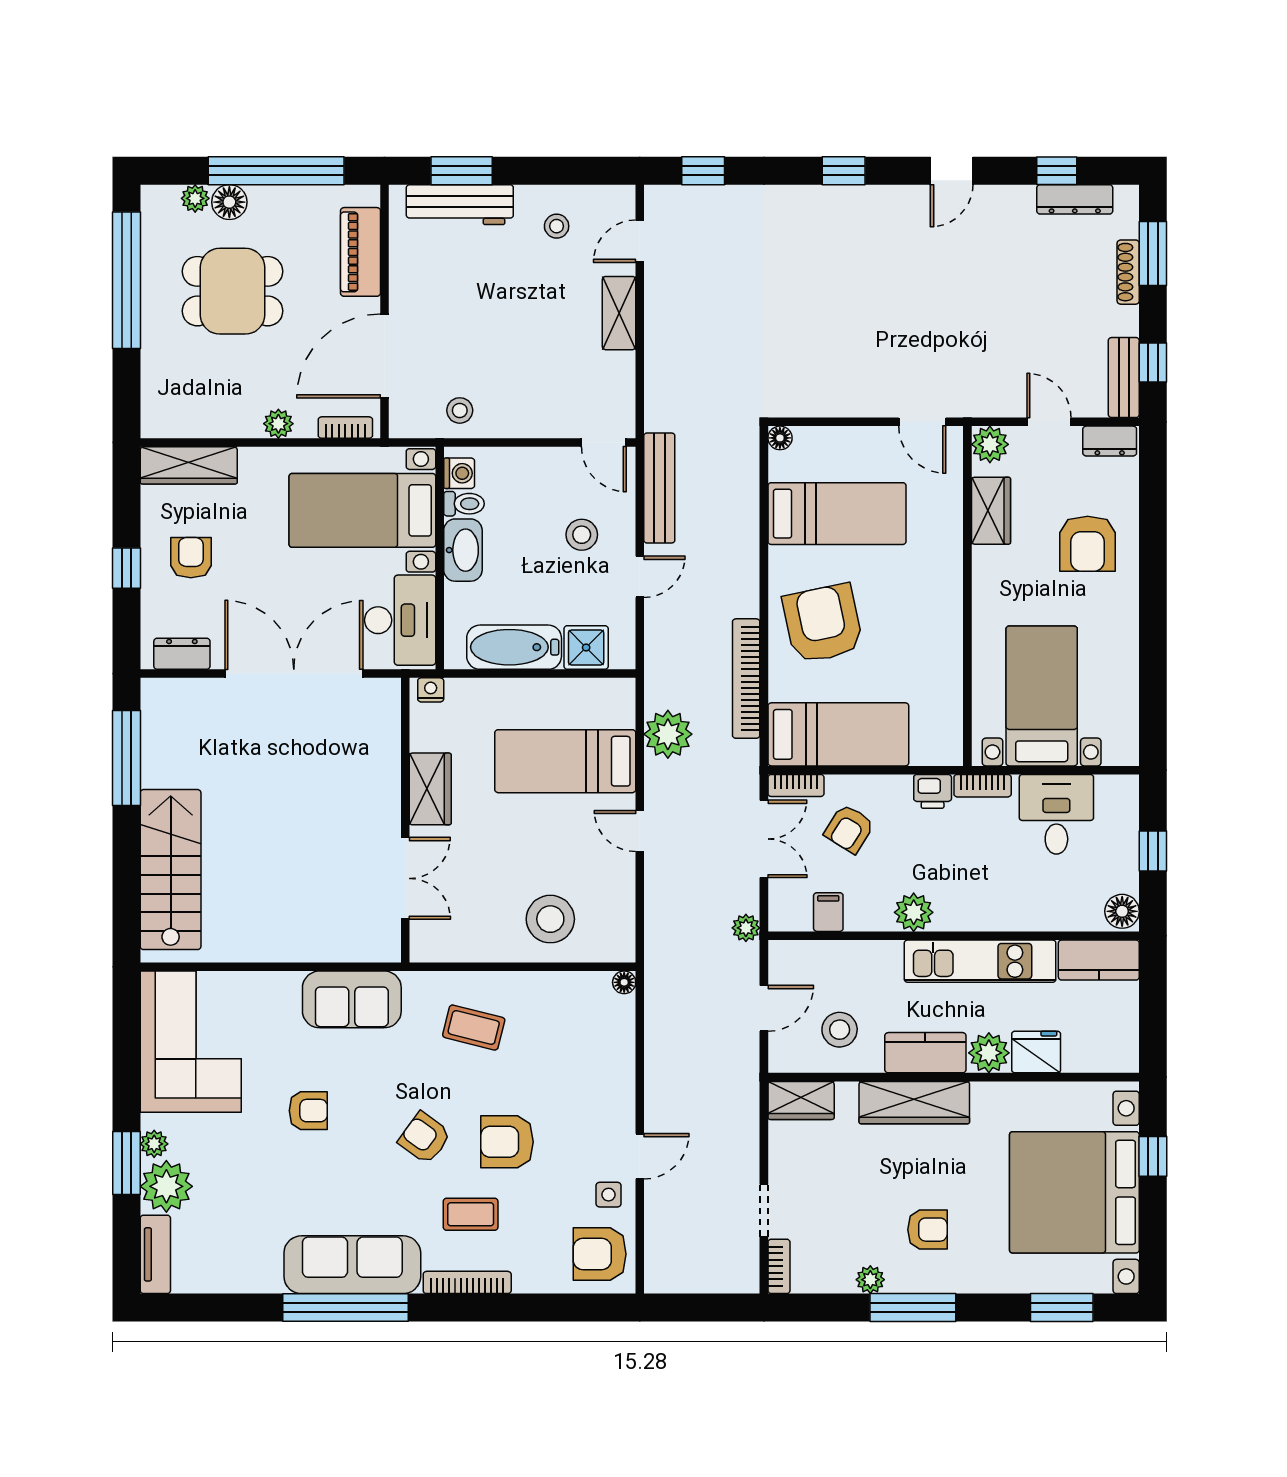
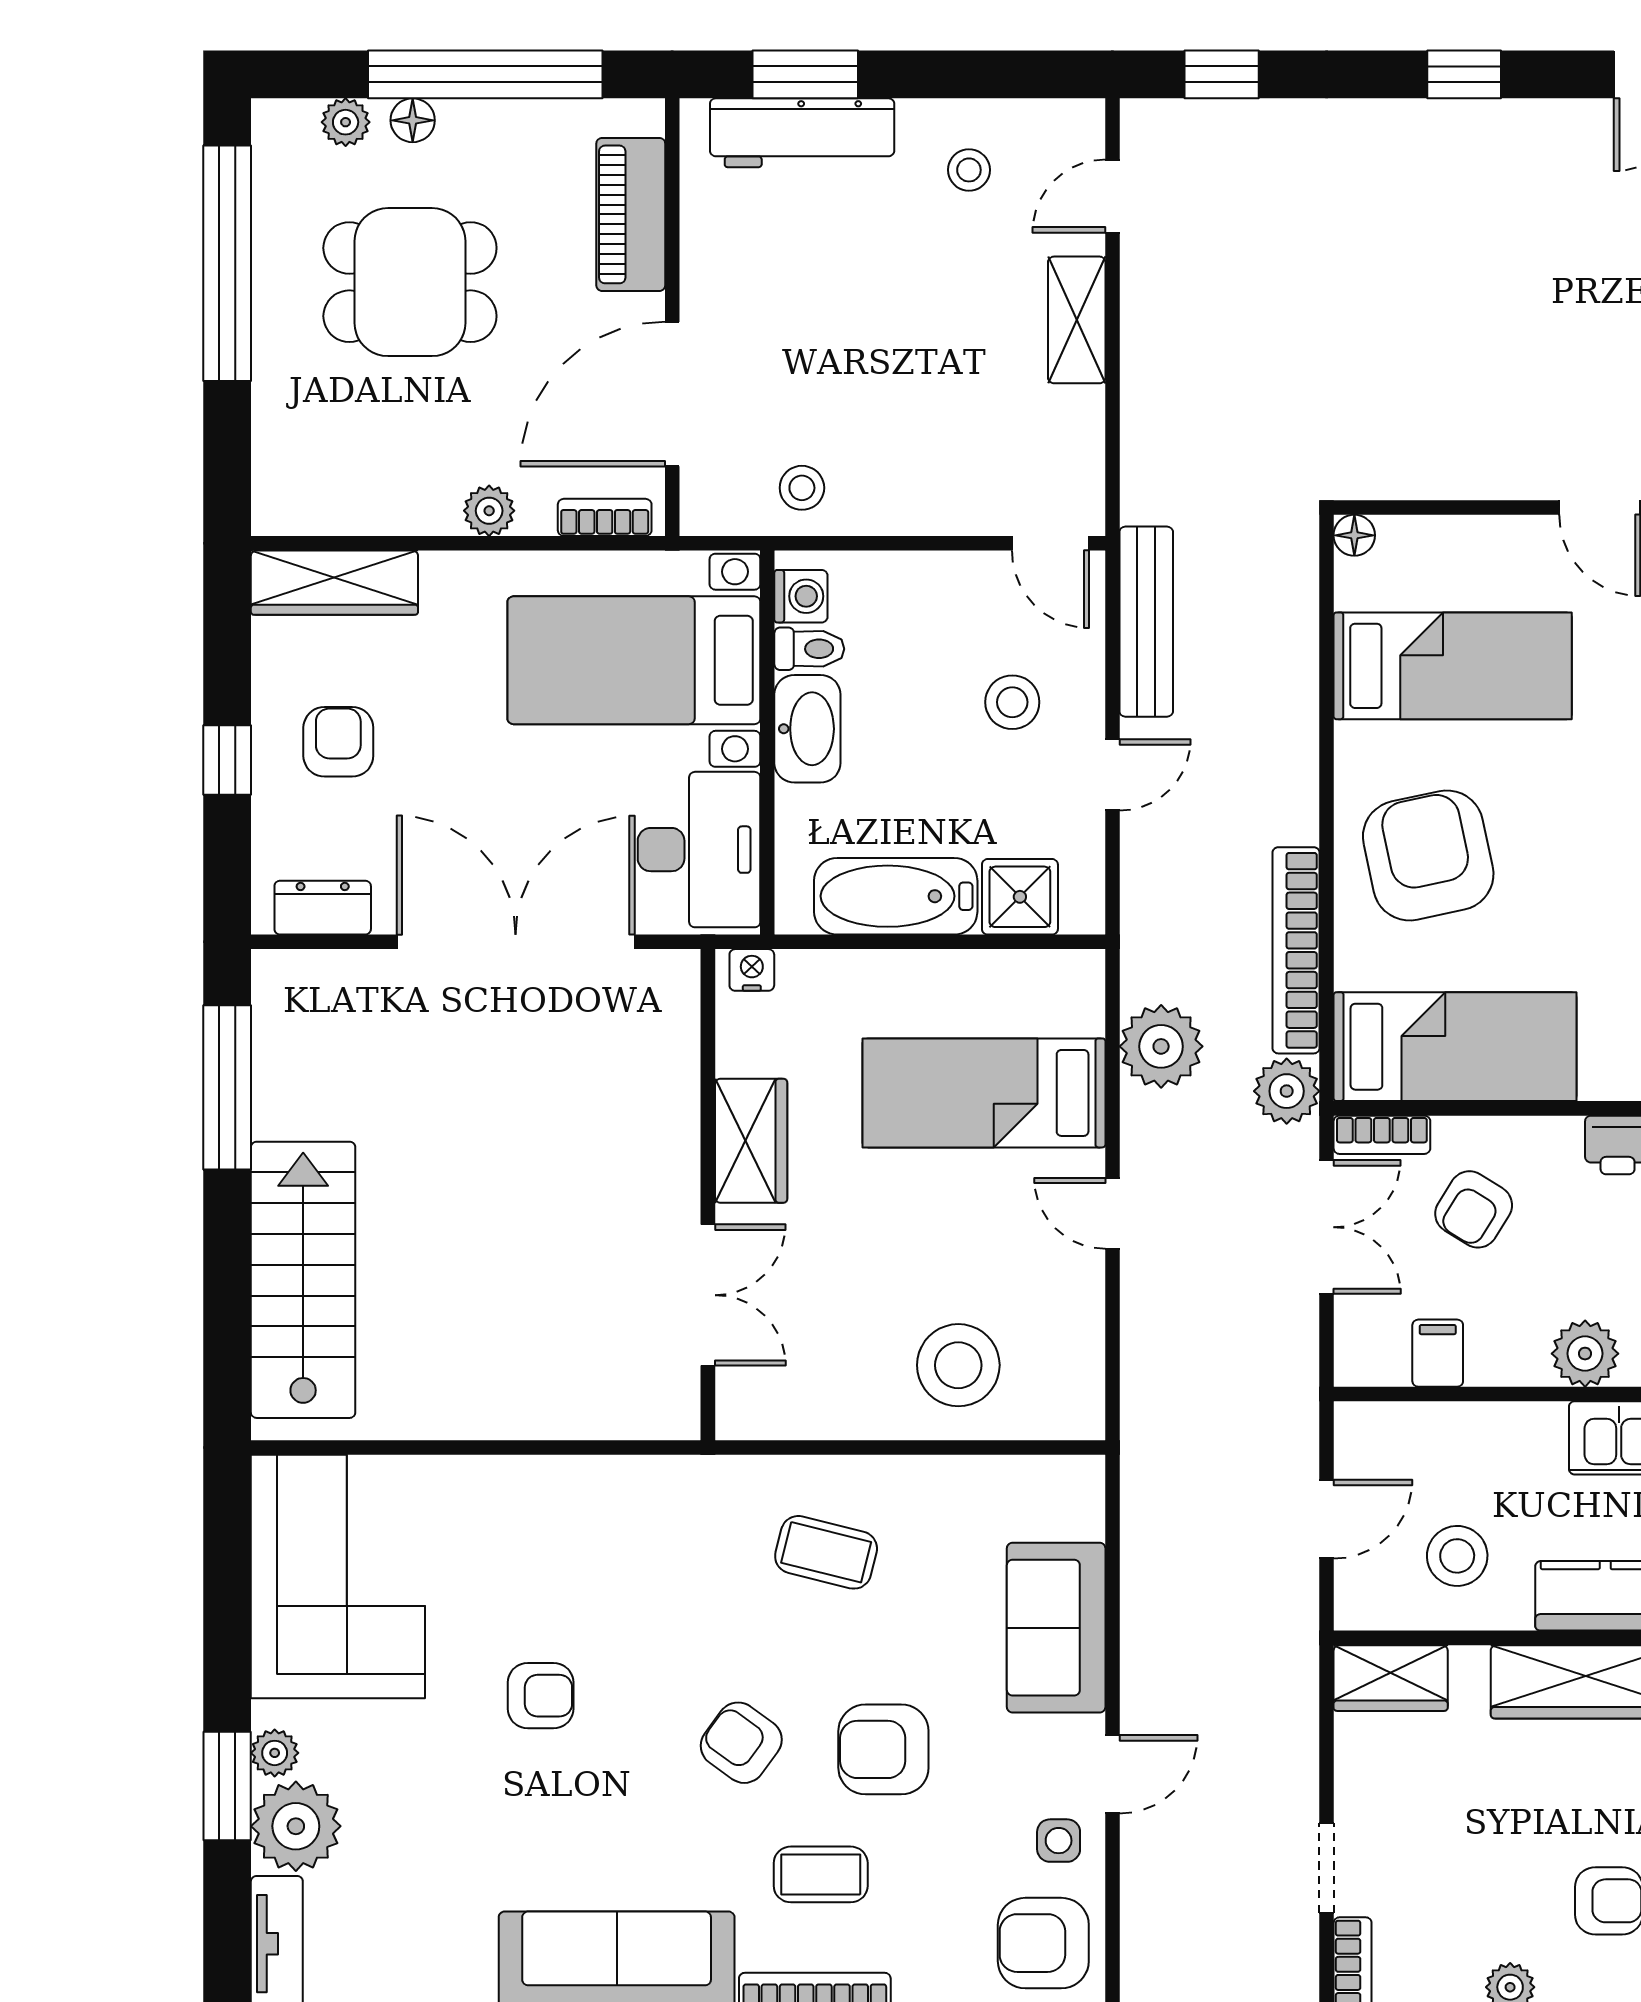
floor lamp: (229, 202) -> (413, 120), width x0.73, depth x0.73
plant: (746, 928) -> (1287, 1091), moved, width x1.38, depth x1.38
floor lamp: (624, 982) -> (1086, 1474), removed
sofa: (352, 999) -> (1056, 1628), moved, turned 90

